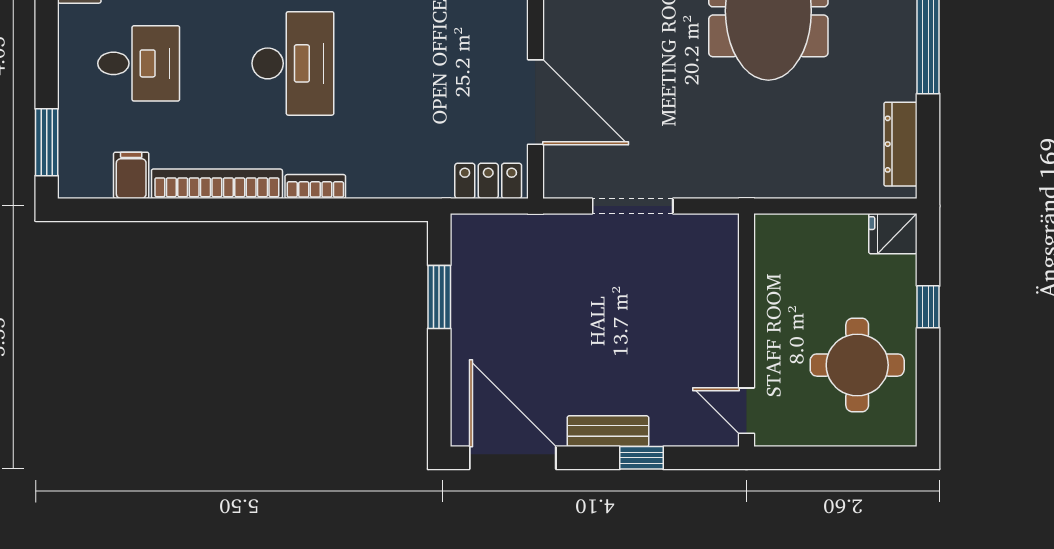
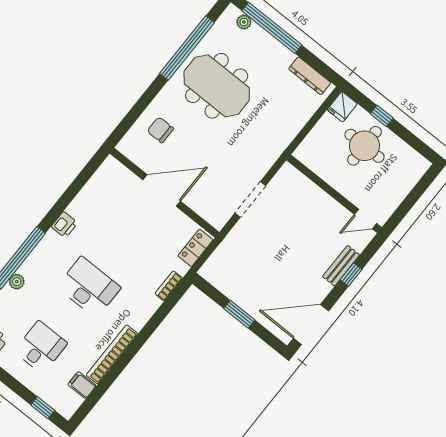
door: (535, 102) -> (162, 191), moved
window: (47, 142) -> (43, 408), width x0.67
bookcase: (315, 187) -> (169, 286), moved
window: (439, 297) -> (239, 314), moved
round table: (857, 365) -> (365, 146), moved
bench: (608, 431) -> (341, 266), moved

